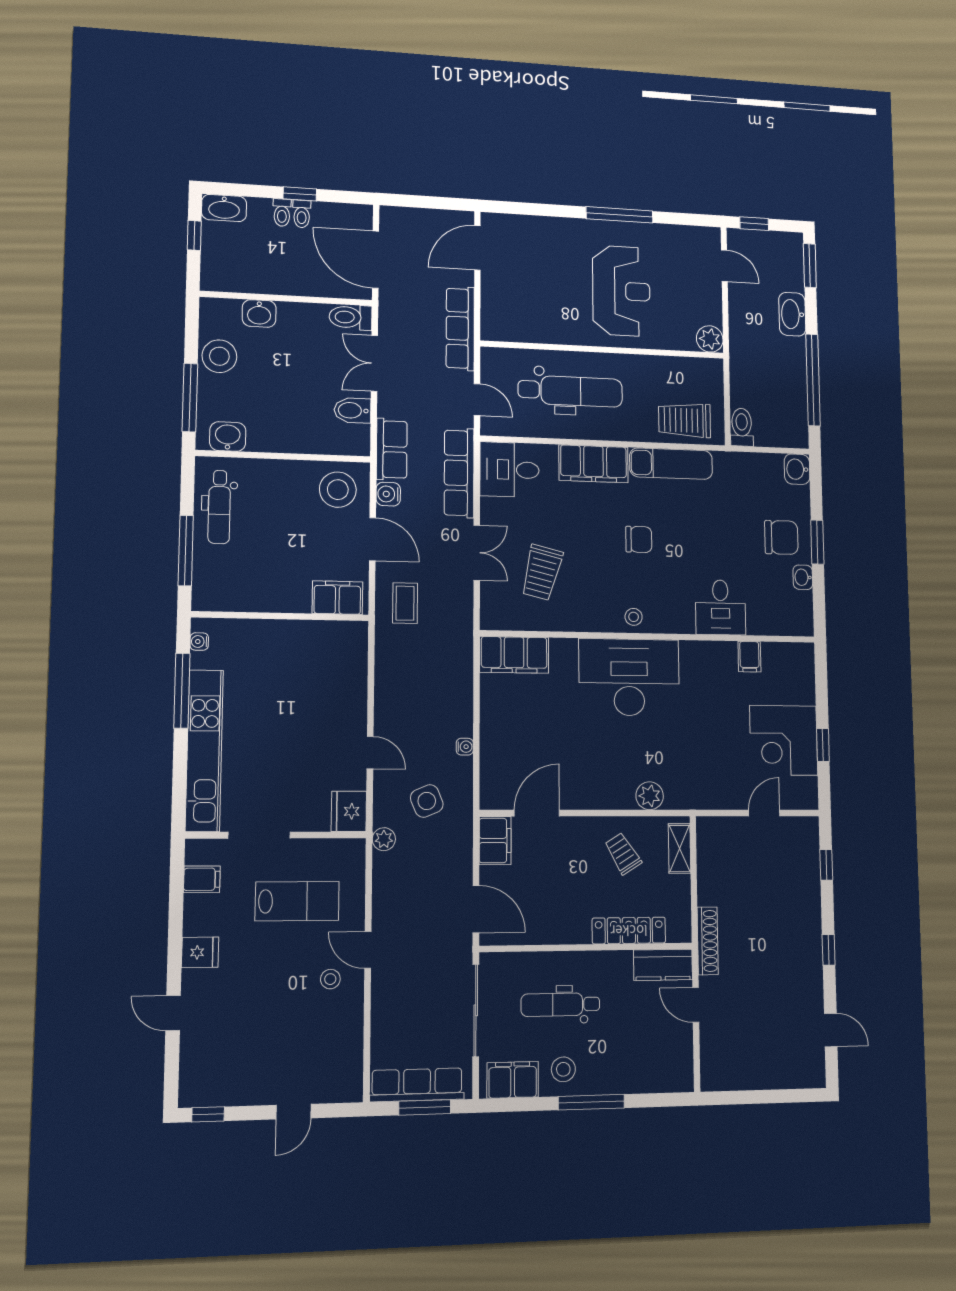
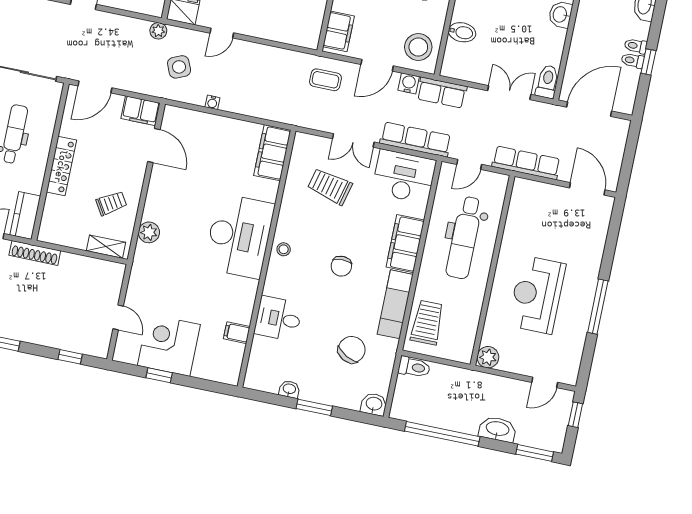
reception desk: (621, 291) -> (537, 295), turned 90
bidet: (352, 410) -> (462, 32), moved, turned 90
desk: (509, 470) -> (404, 176), width x1.37
chair: (781, 537) -> (352, 350), moved, turned -151
locker: (629, 930) -> (61, 166), moved

